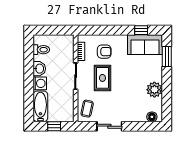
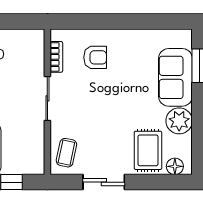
window: (141, 30) -> (157, 22), removed
sofa: (145, 45) -> (175, 77), moved, turned 90
rug: (102, 78) -> (148, 150), moved

